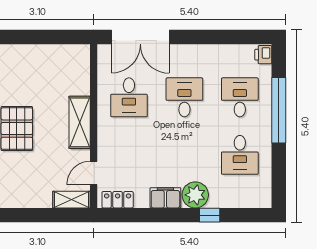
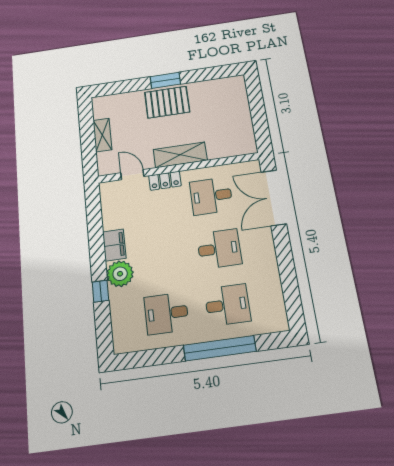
printer: (263, 55) -> (277, 323), removed
shelving: (71, 200) -> (102, 135), moved
locker: (118, 200) -> (165, 181), moved, turned 90

